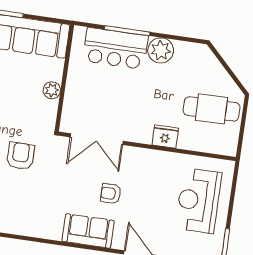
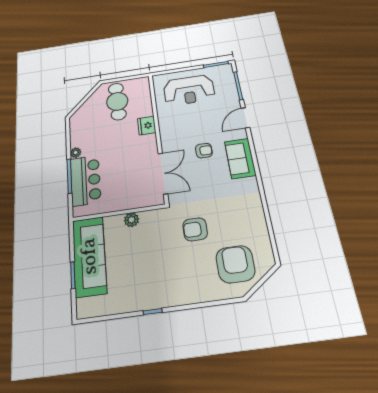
plant: (161, 50) -> (76, 153), width x0.53, depth x0.53
armchair: (111, 194) -> (204, 151), turned -90

